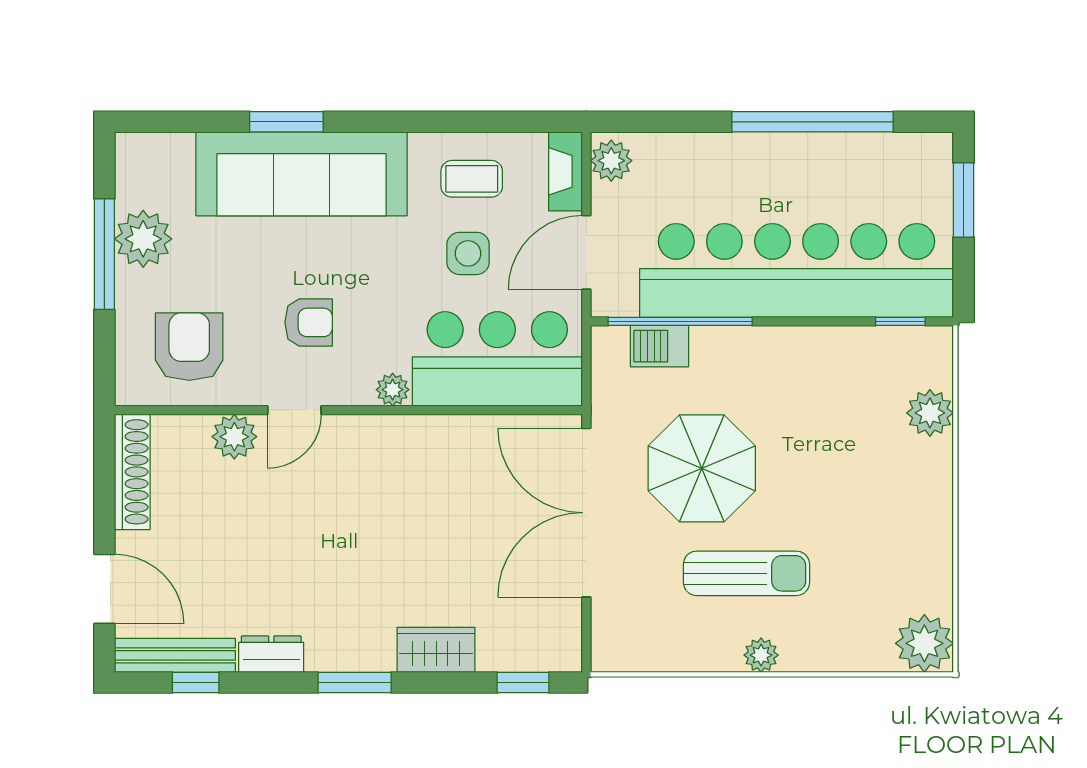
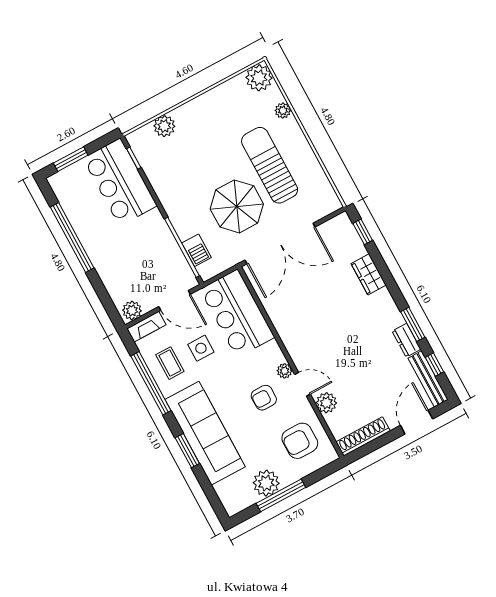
window: (453, 122) -> (151, 383), added
bar counter: (797, 270) -> (120, 182), width x0.54
armchair: (309, 322) -> (264, 398), turned -90
plant: (393, 390) -> (285, 371), moved
sun lounger: (746, 573) -> (270, 165), width x1.36, depth x1.34
plant: (761, 655) -> (283, 111), moved
window: (355, 682) -> (413, 324), moved

